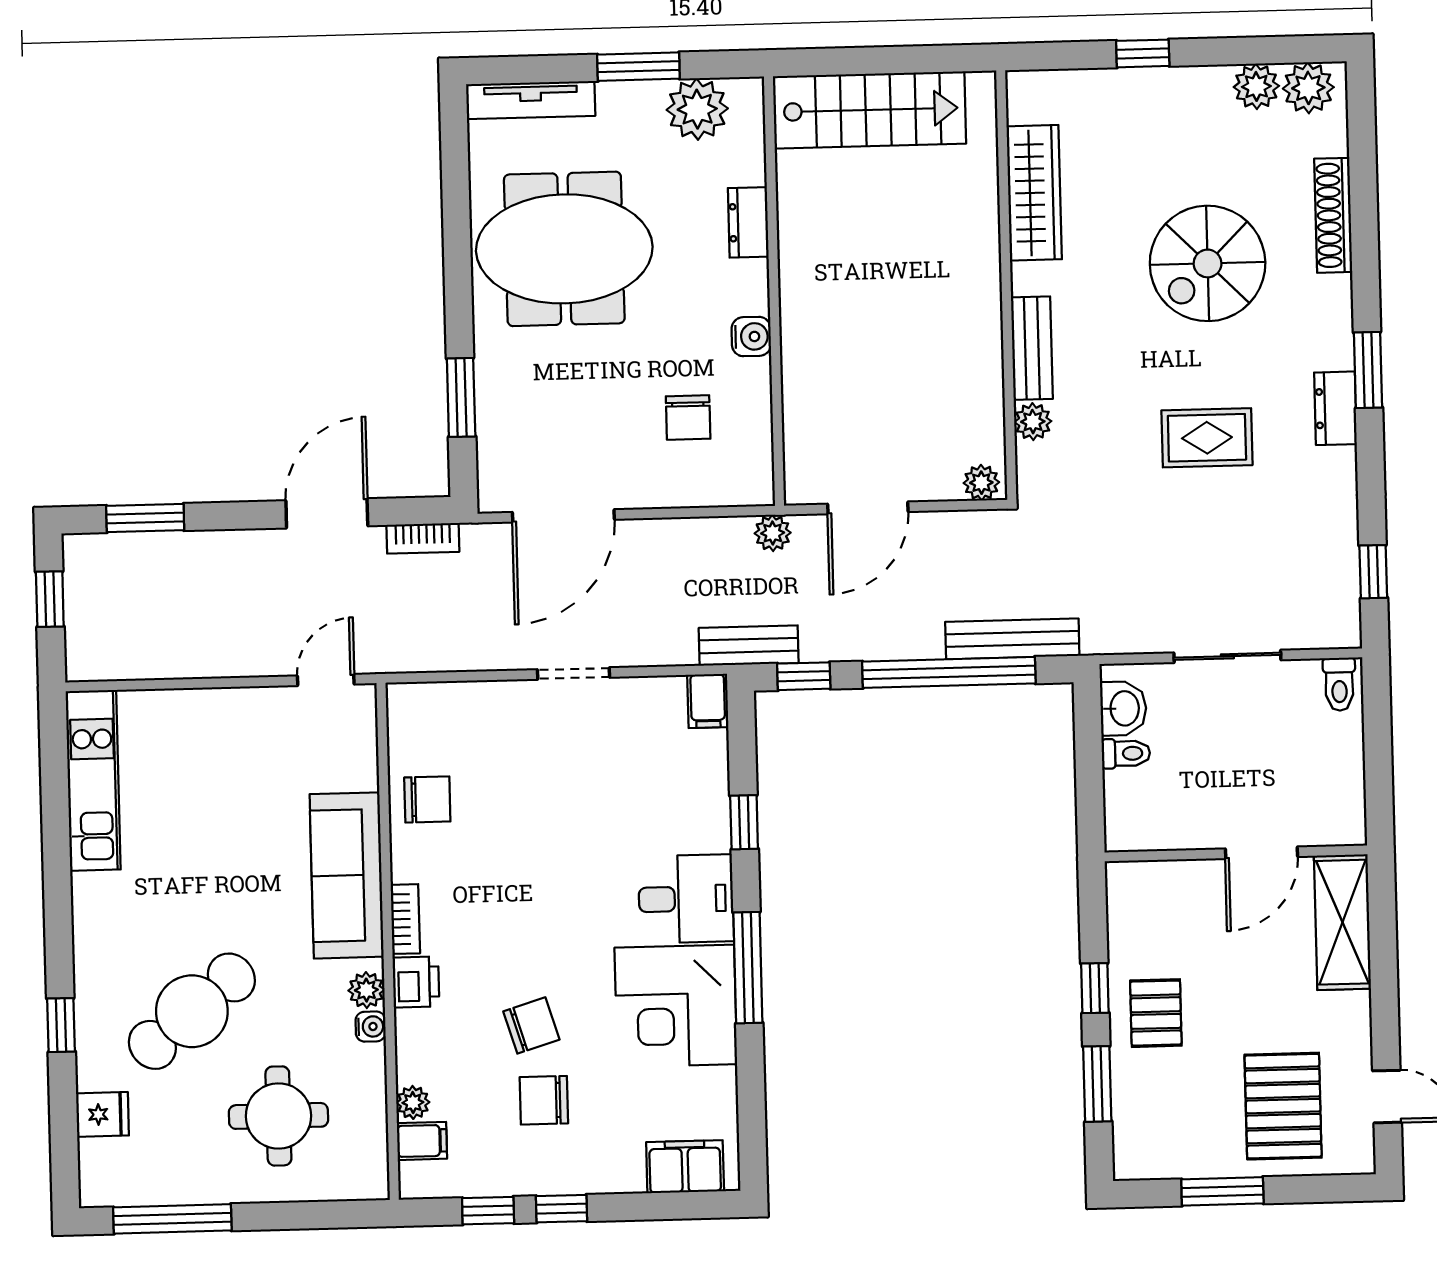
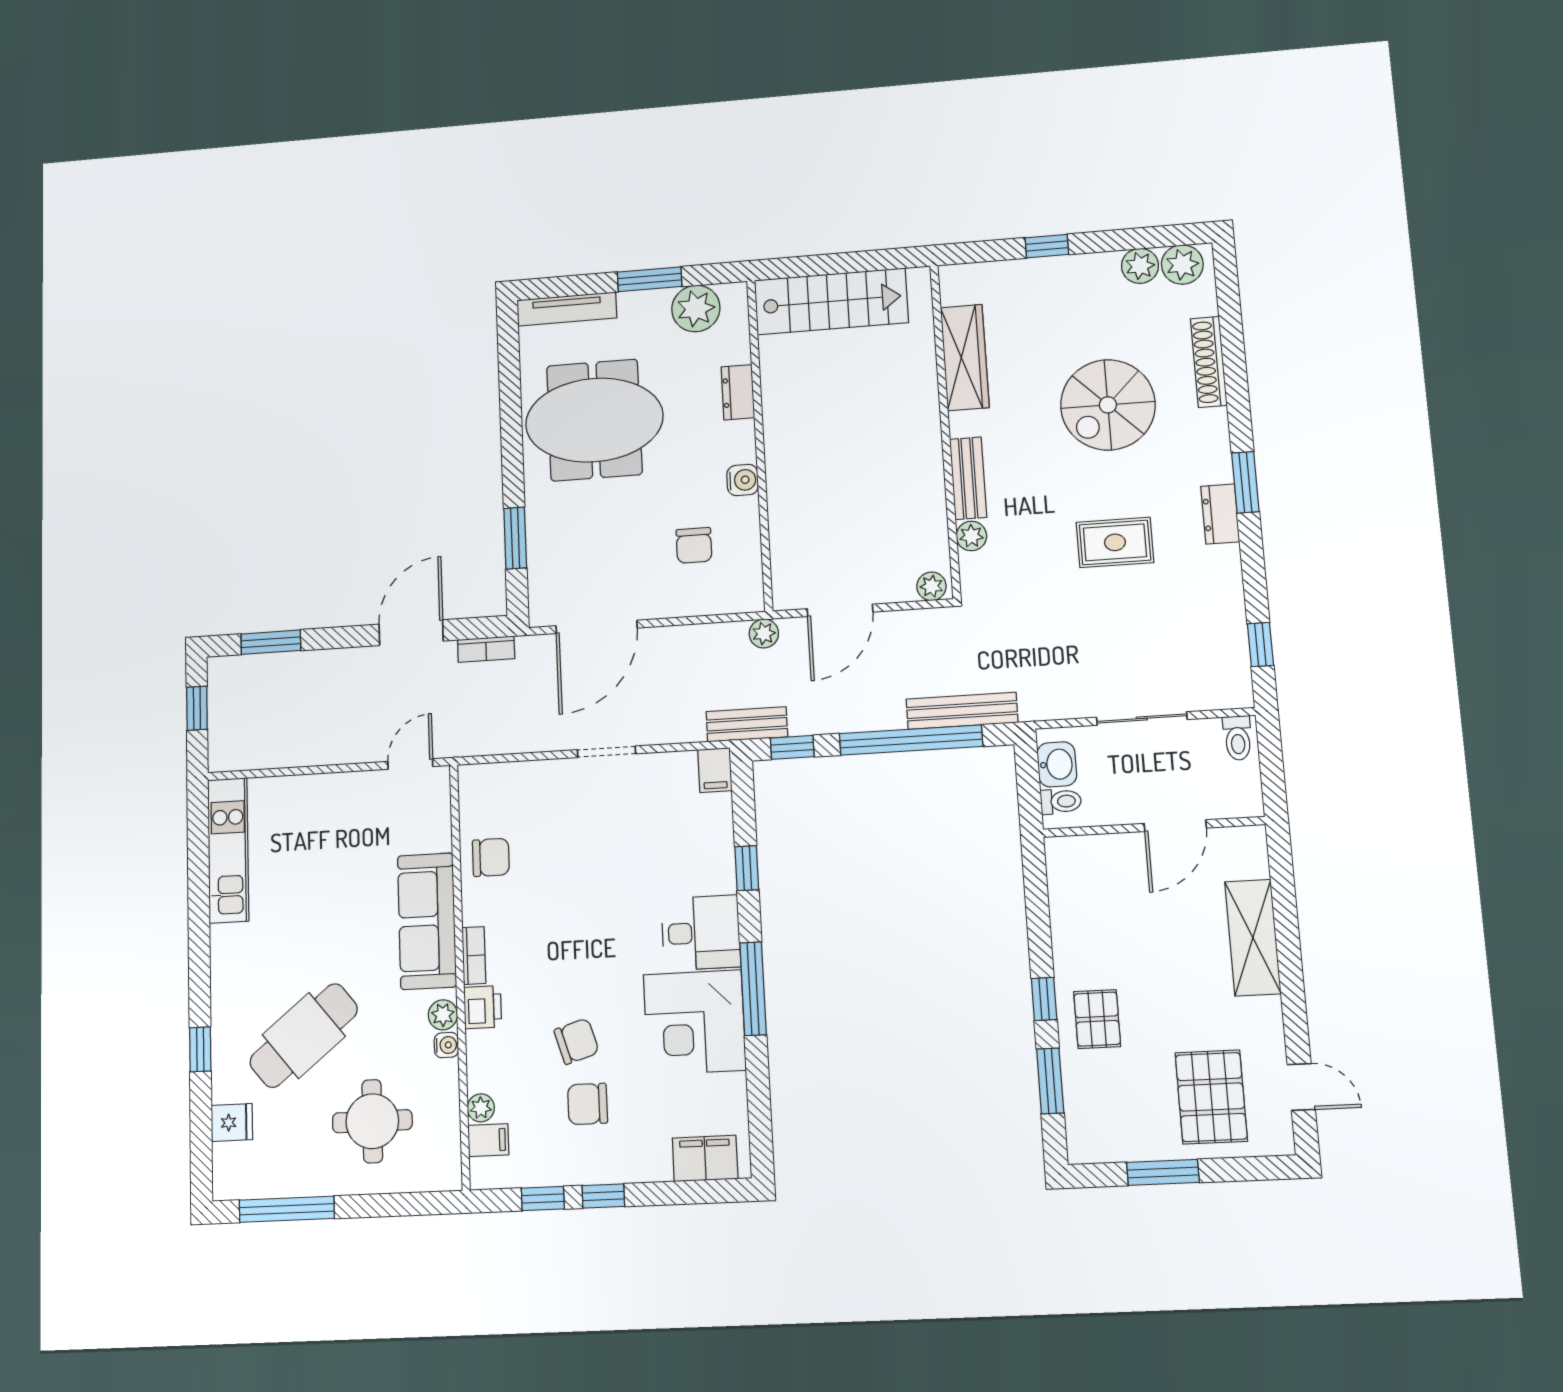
wall: (1236, 853) -> (1154, 827), moved
door: (1261, 853) -> (1175, 826), moved

